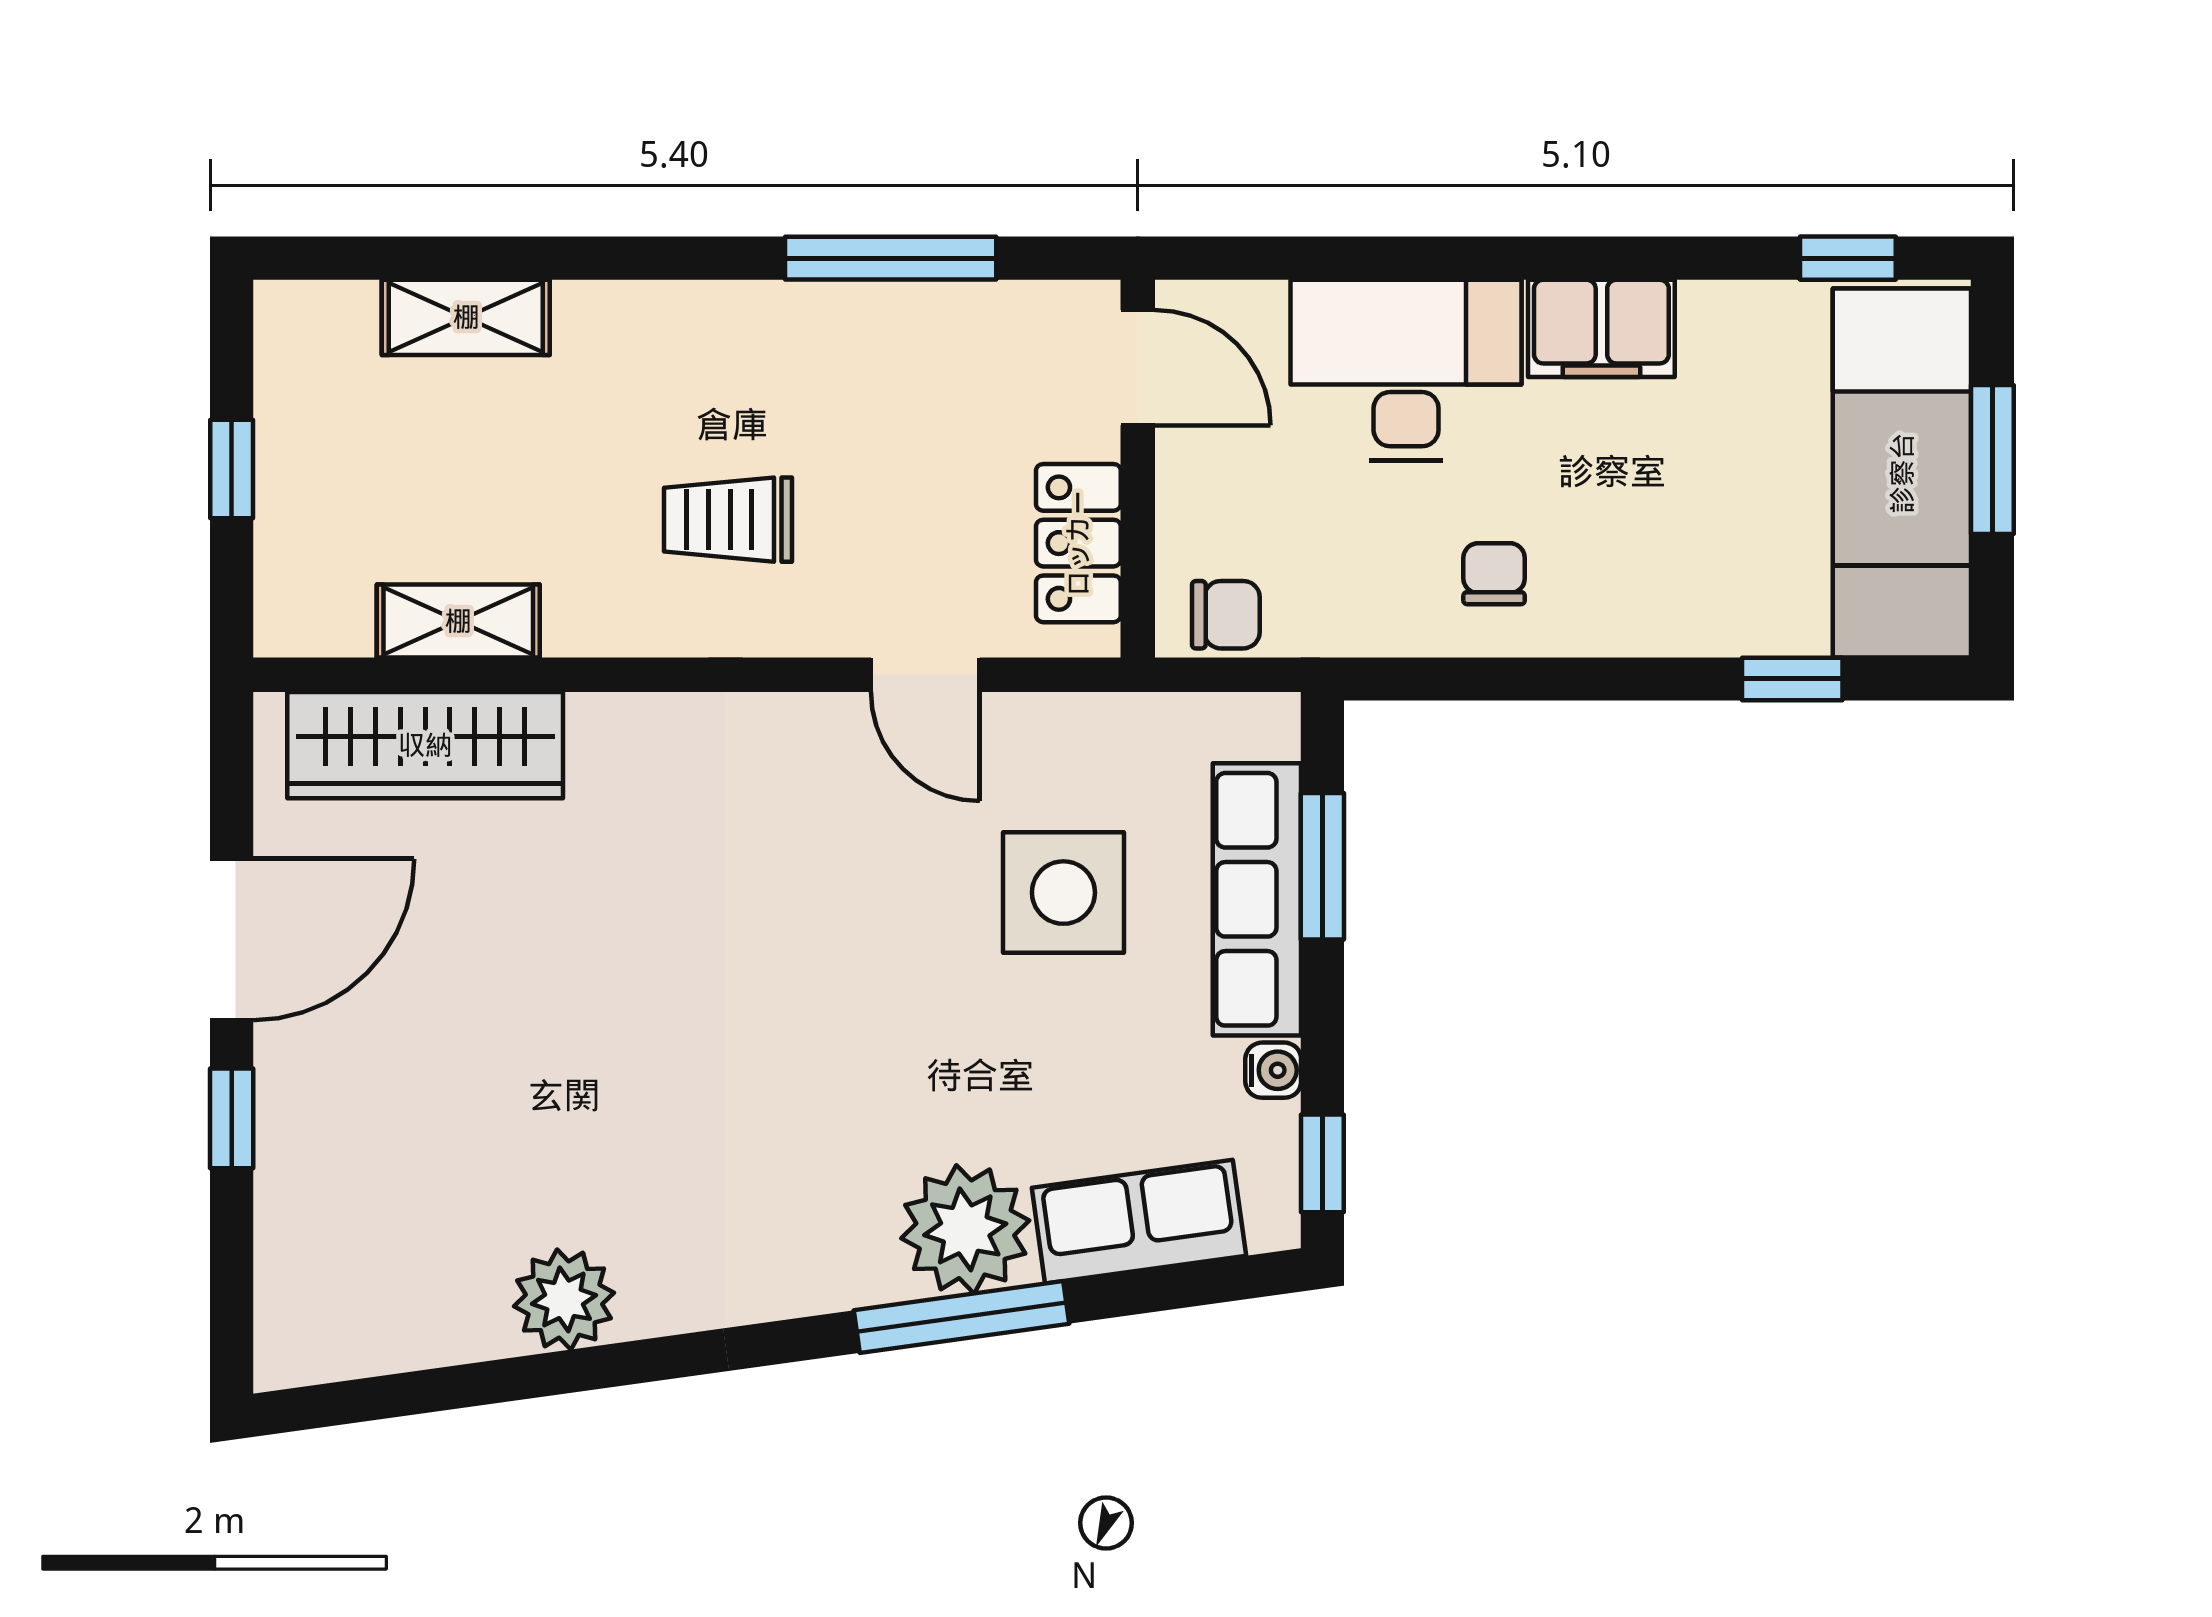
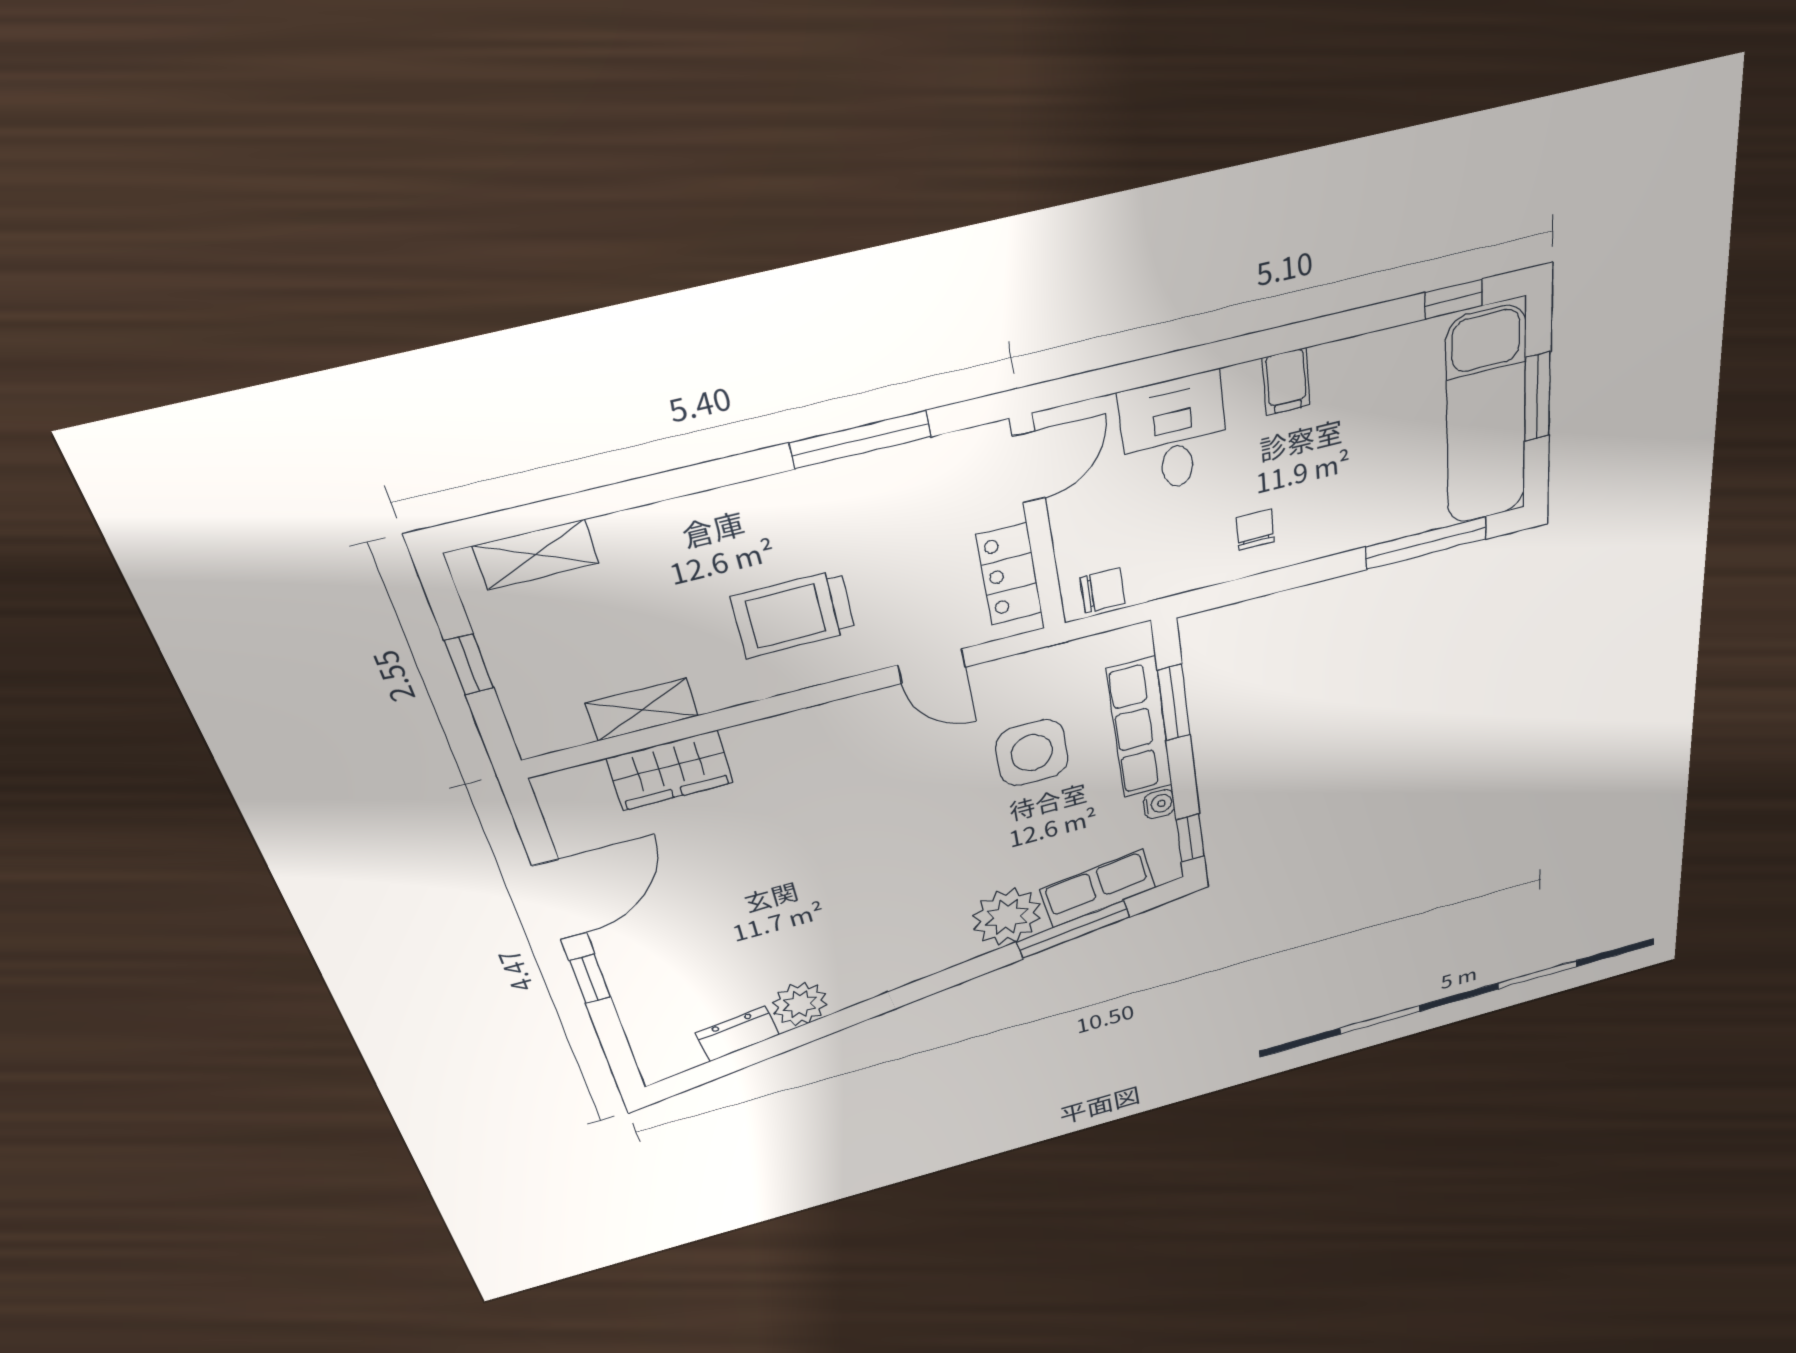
shelving: (466, 317) -> (536, 555), moved
filing cabinet: (1601, 328) -> (1286, 382), width x0.50
door: (1138, 368) -> (1029, 467), hinge flipped
desk: (1406, 370) -> (1174, 434), width x0.73
trolley: (728, 520) -> (793, 614), width x1.36, depth x1.39
window: (1792, 679) -> (1426, 543), width x2.17
wardrobe: (425, 745) -> (670, 771), width x0.67
window: (961, 1317) -> (1073, 929), moved
dresser: (442, 1329) -> (738, 1034), added

